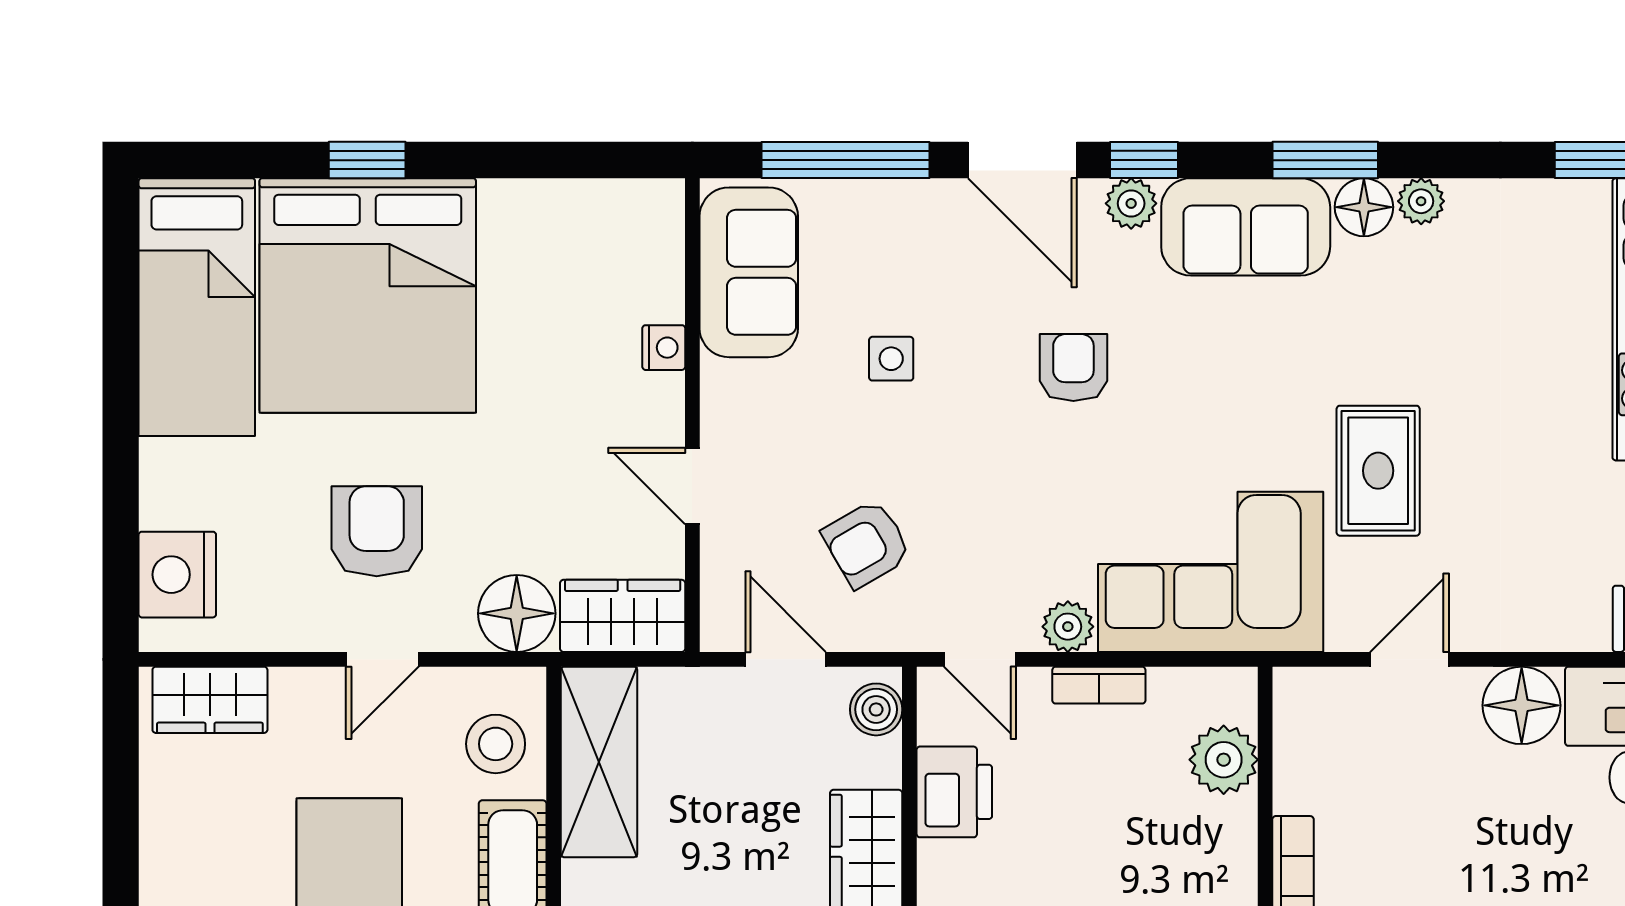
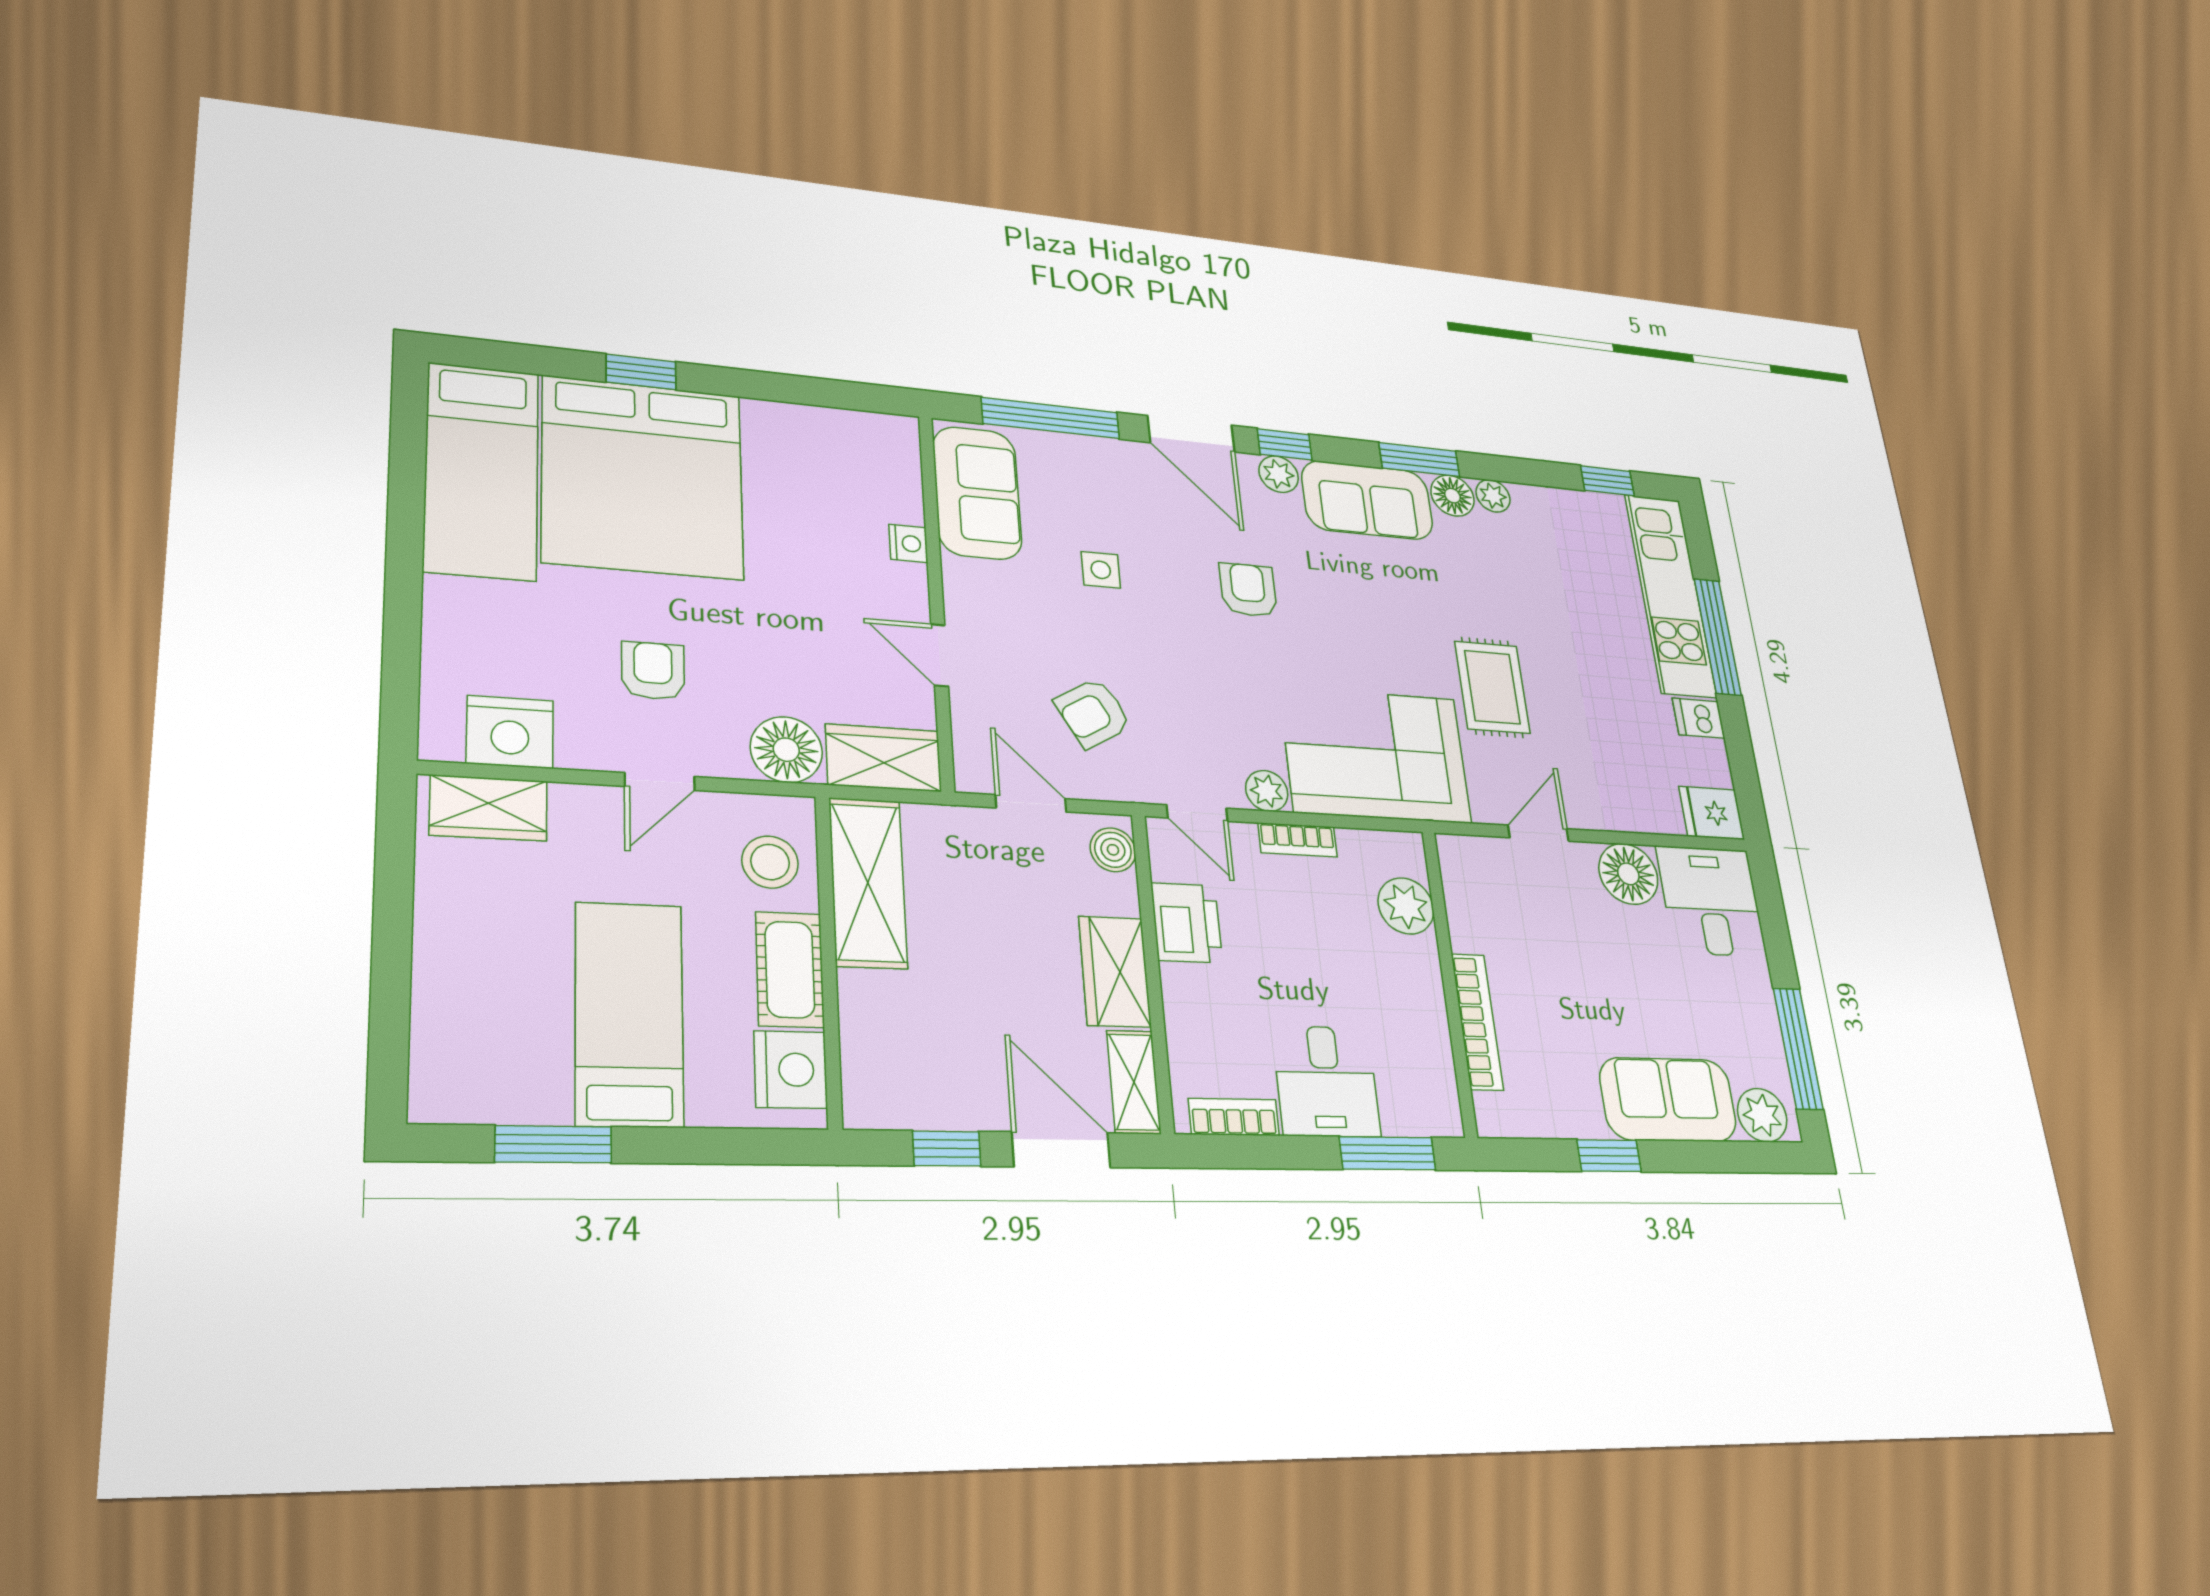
armchair: (377, 531) -> (653, 671), width x0.72, depth x0.72
nightstand: (177, 575) -> (510, 732), moved, turned -90

